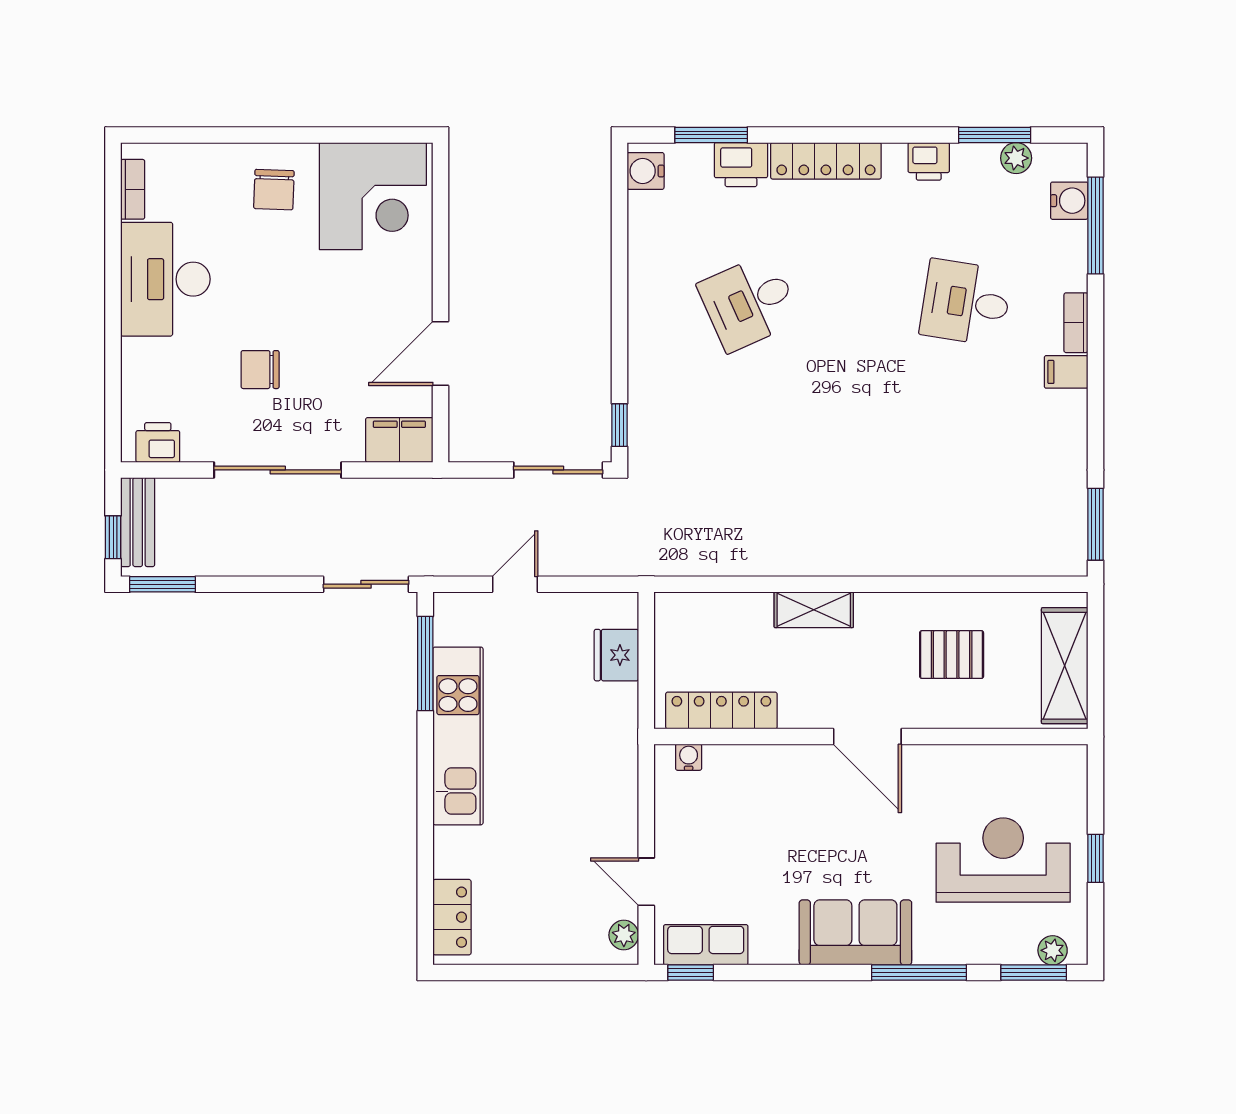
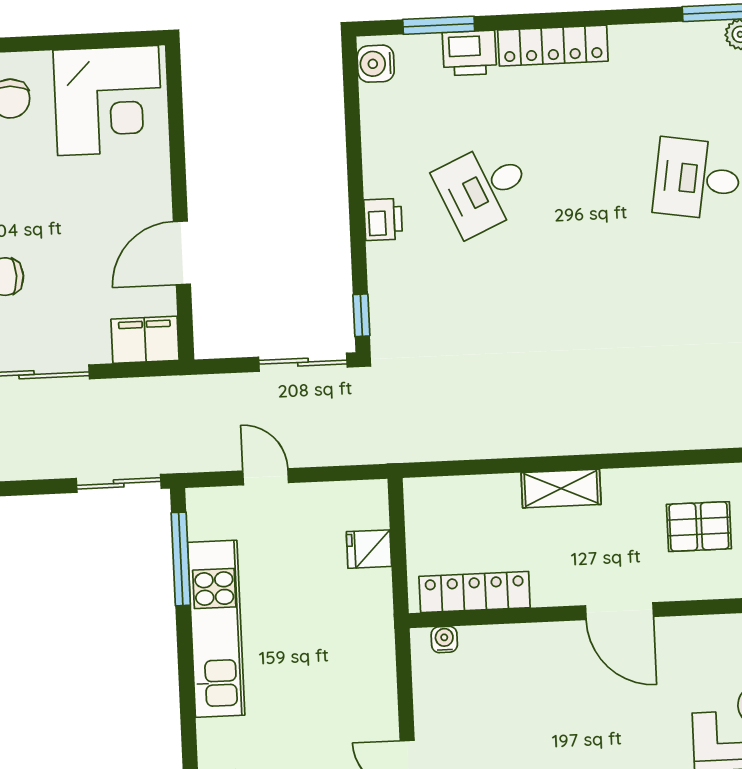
printer: (929, 161) -> (383, 220), moved, turned -90
door: (515, 584) -> (266, 477), hinge flipped
fridge: (616, 655) -> (369, 549), width x0.72

